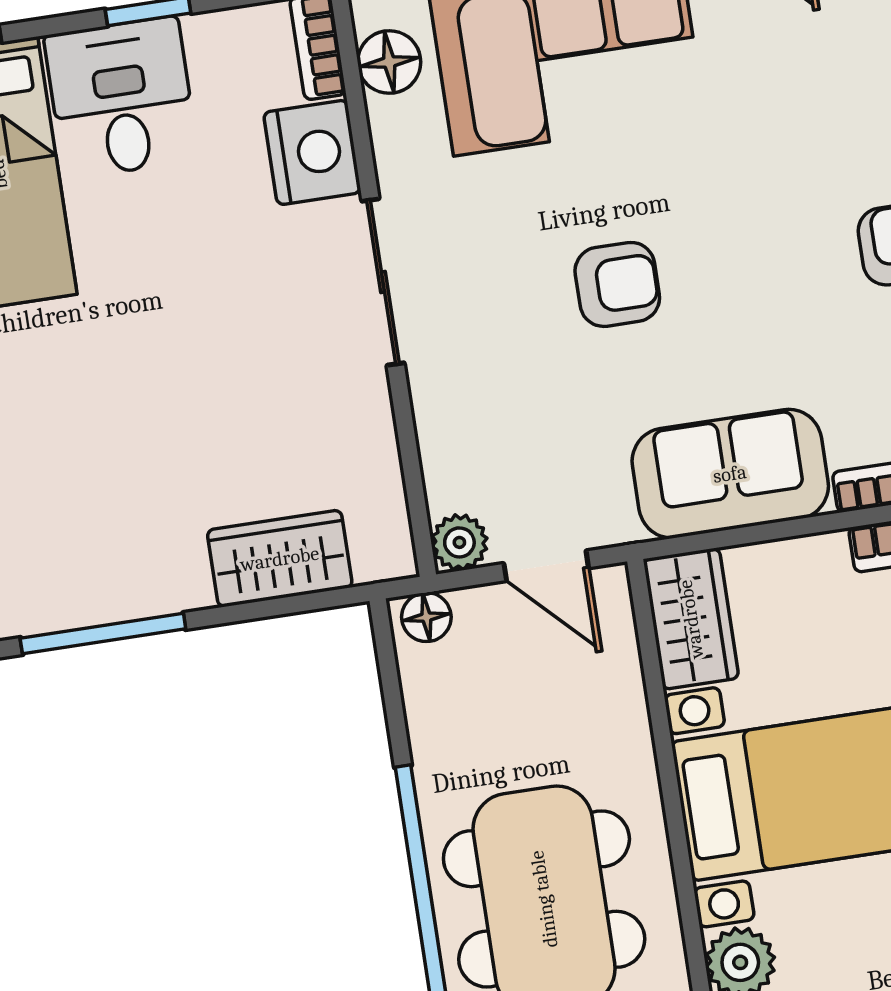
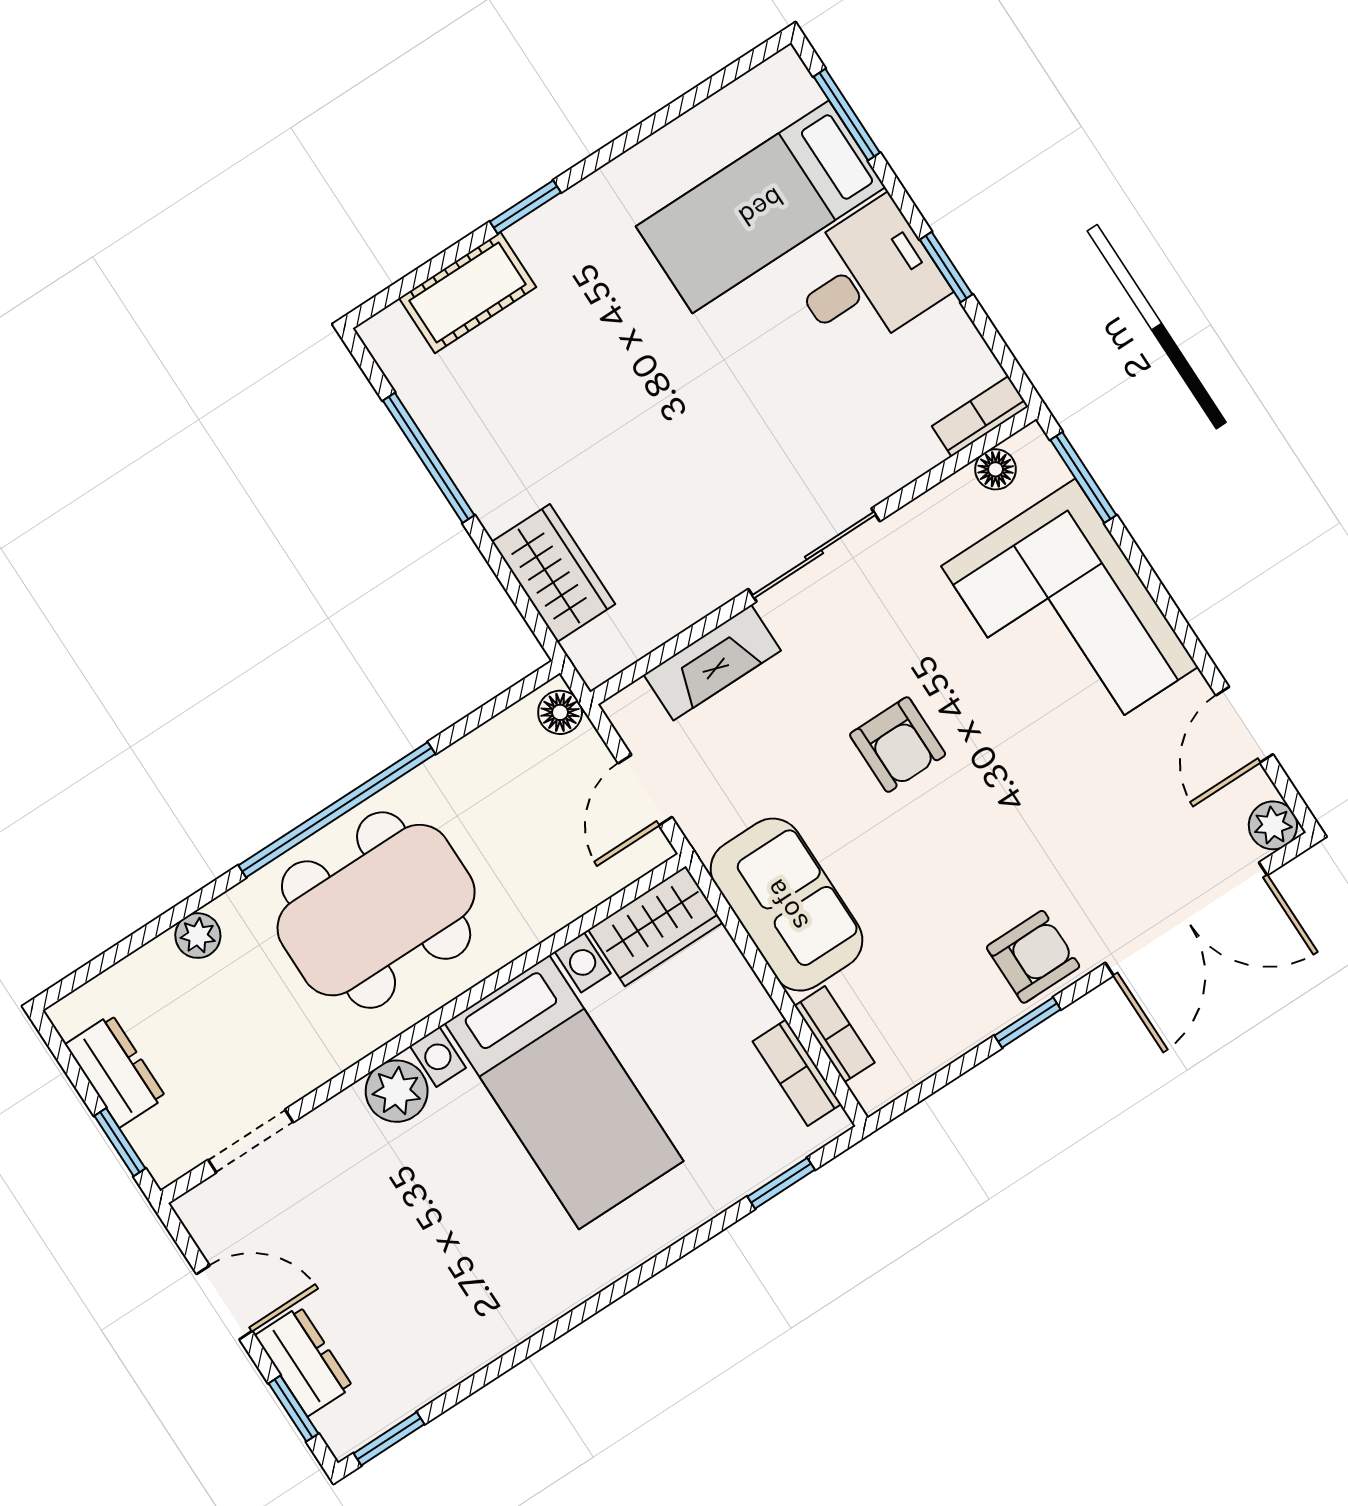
floor lamp: (389, 62) -> (996, 469), width x0.73, depth x0.73
nightstand: (312, 152) -> (892, 451), removed
fireplace: (446, 437) -> (712, 663), added
plant: (459, 542) -> (632, 712), removed

